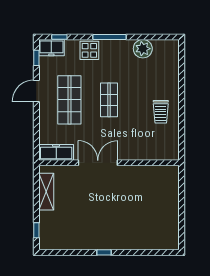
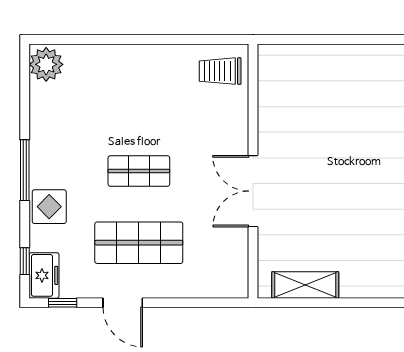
plant: (143, 49) -> (46, 64), moved
trolley: (161, 112) -> (220, 71), moved, turned 180
freezer: (56, 152) -> (234, 267), removed
window: (36, 230) -> (375, 303), removed

